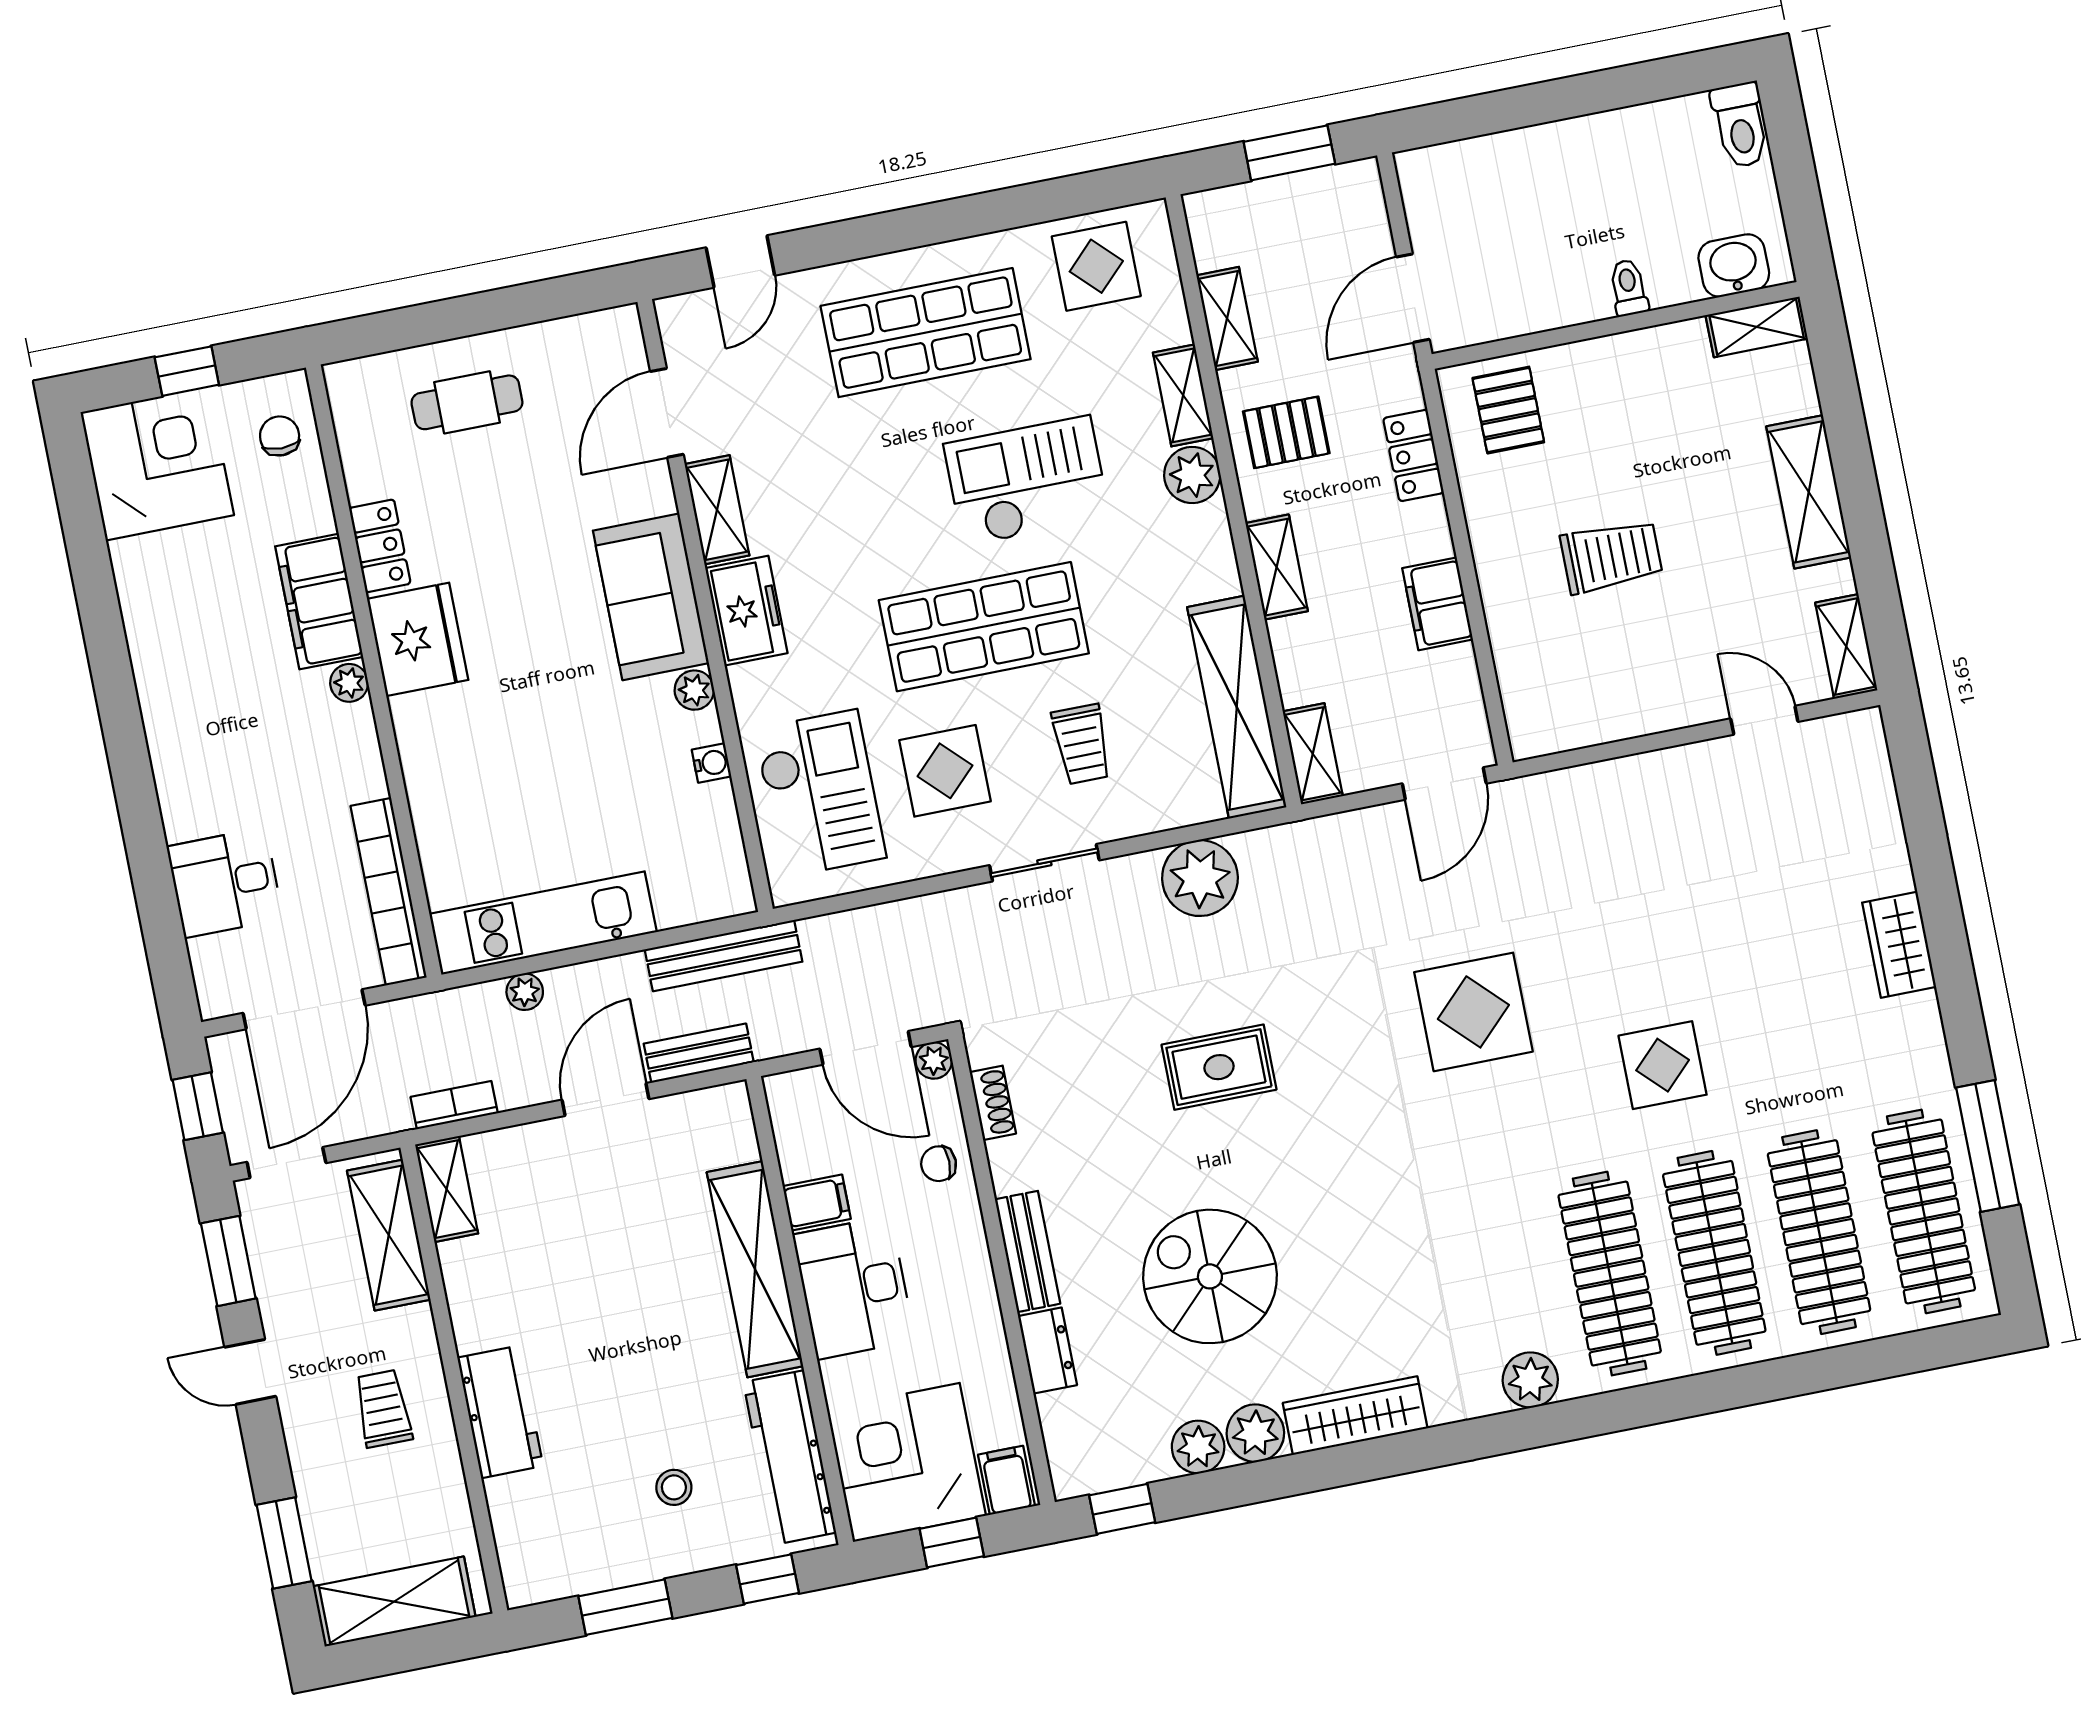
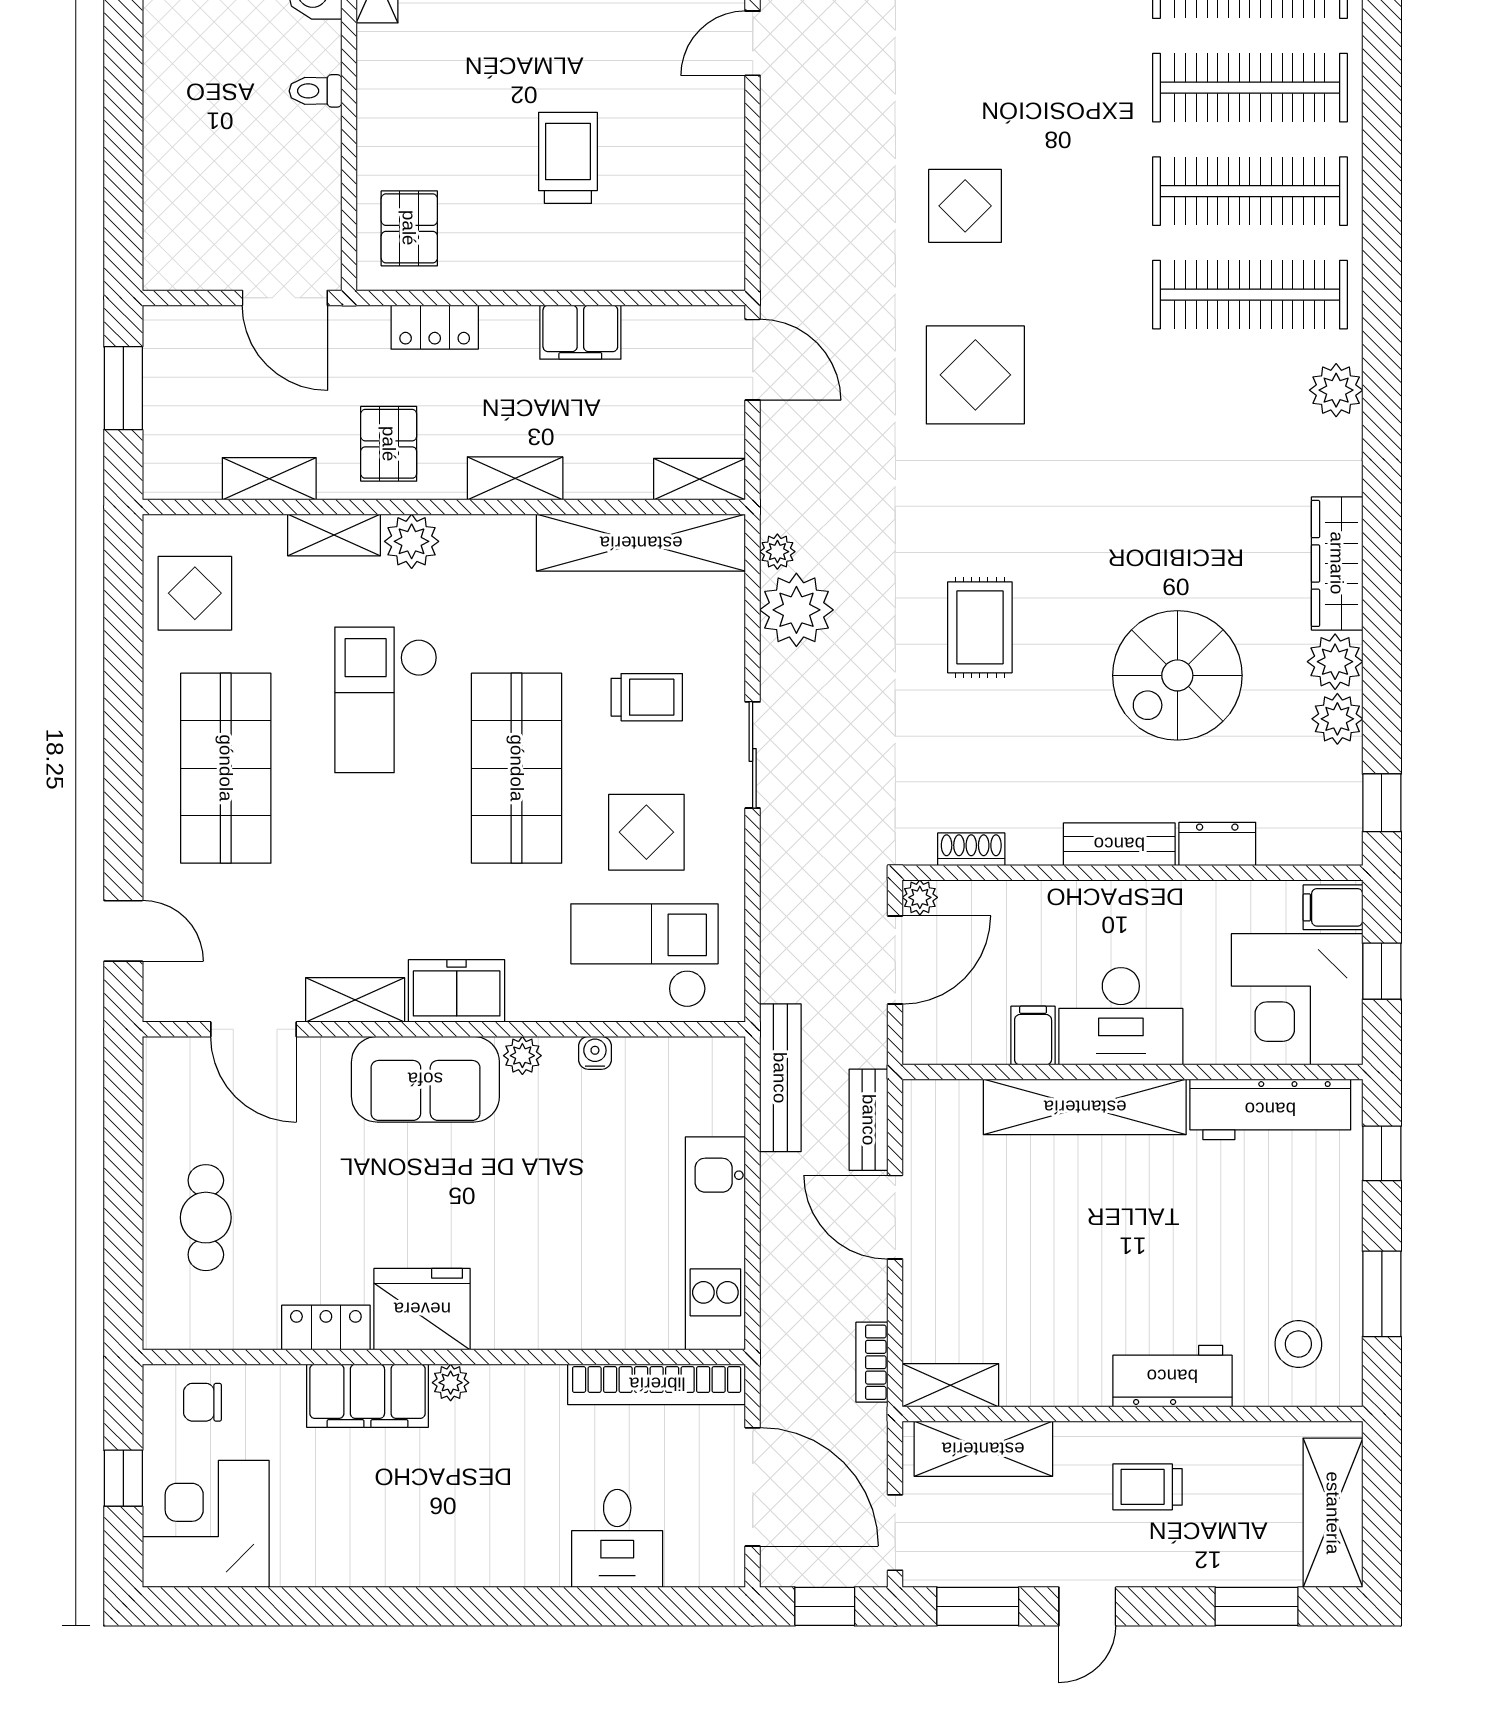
pallet: (1508, 410) -> (409, 228), turned 90
plant: (525, 992) -> (777, 552), moved
display table: (1663, 1065) -> (965, 206), moved
chair: (939, 1164) -> (1019, 912), removed
stool: (674, 1487) -> (1298, 1344), moved, width x1.37, depth x1.37

